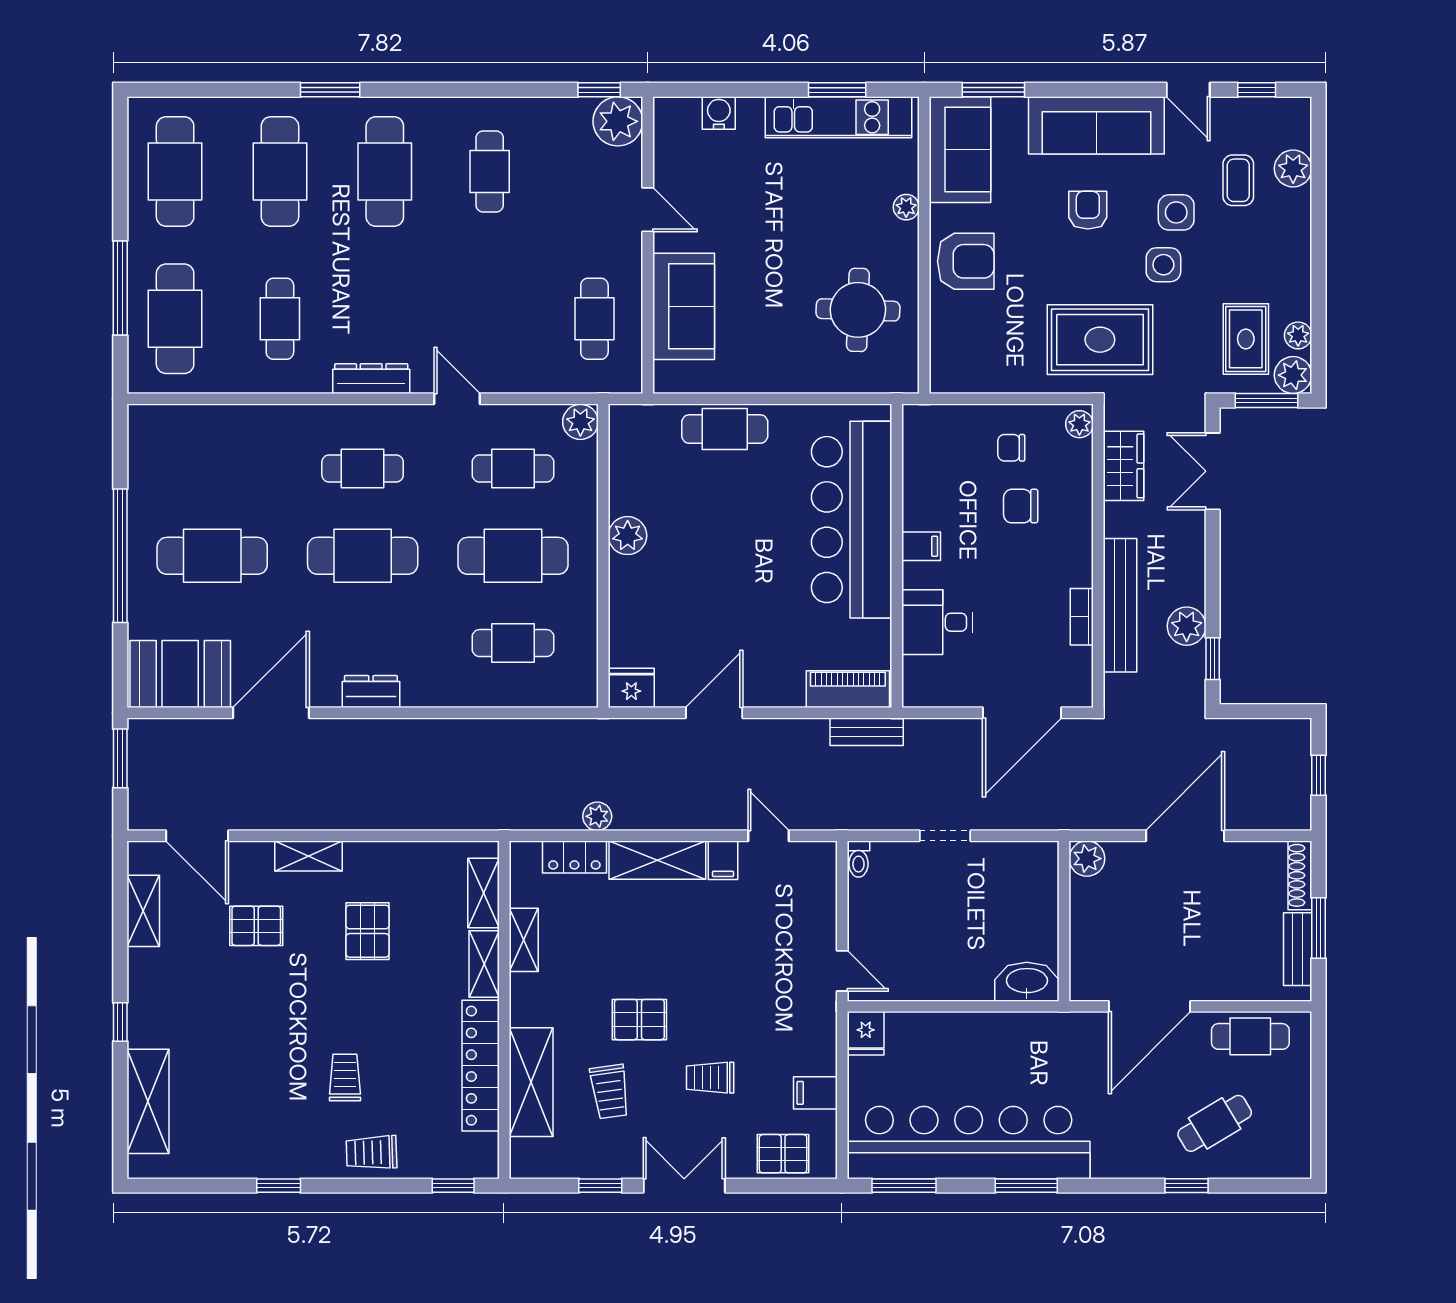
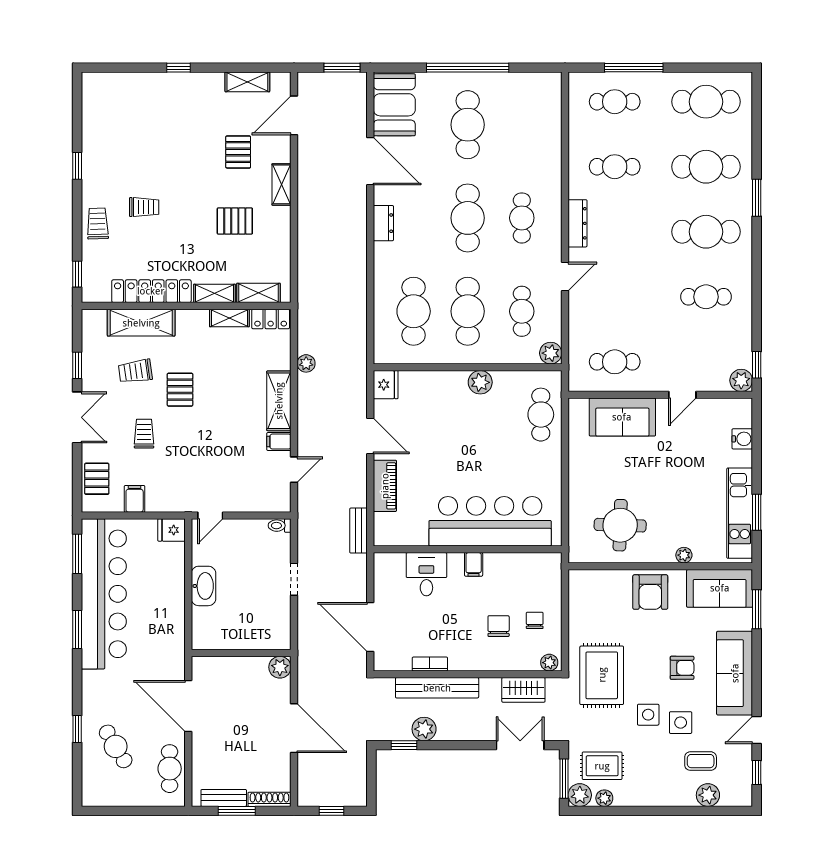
plant: (618, 121) -> (741, 380), width x0.73, depth x0.73
cafe table: (175, 319) -> (615, 102), width x0.73, depth x0.74
cafe table: (725, 429) -> (541, 415), moved
cafe table: (513, 643) -> (414, 311), width x1.37, depth x1.35
piano: (848, 689) -> (385, 486), moved
locker: (574, 857) -> (271, 319), moved, turned -90
washbasin: (1027, 982) -> (203, 586), moved
shelving: (148, 1101) -> (129, 85), removed

